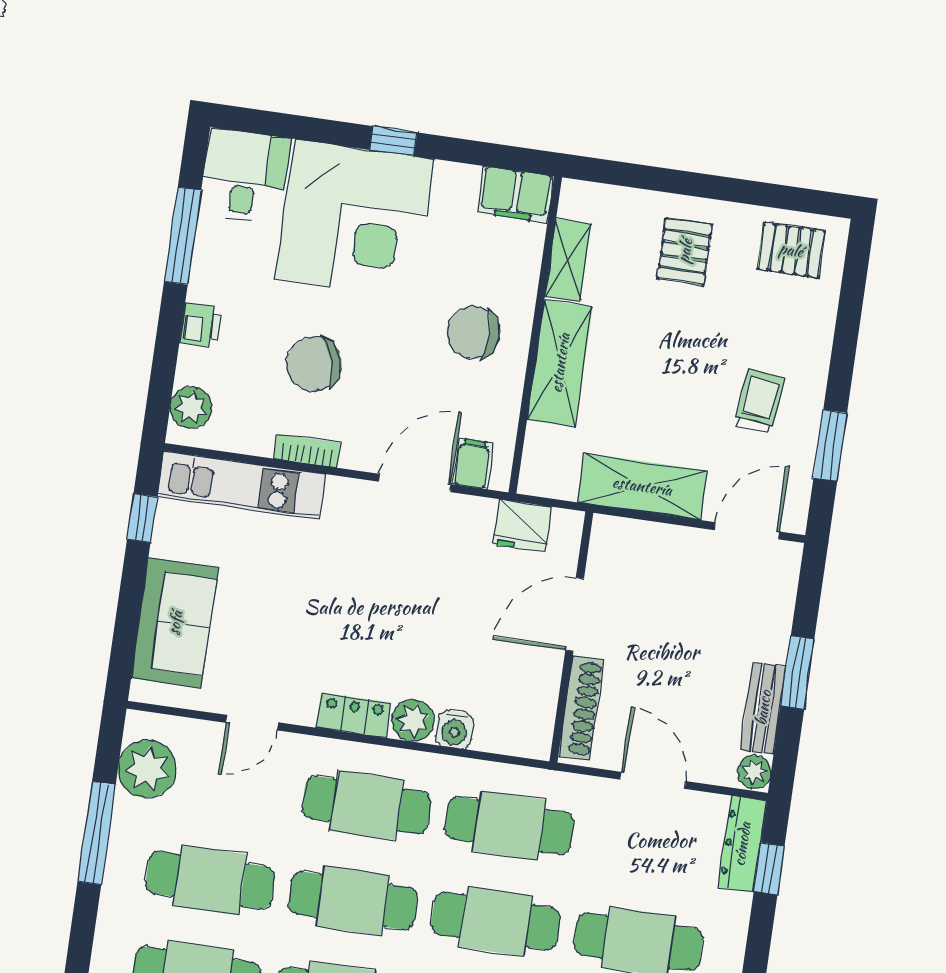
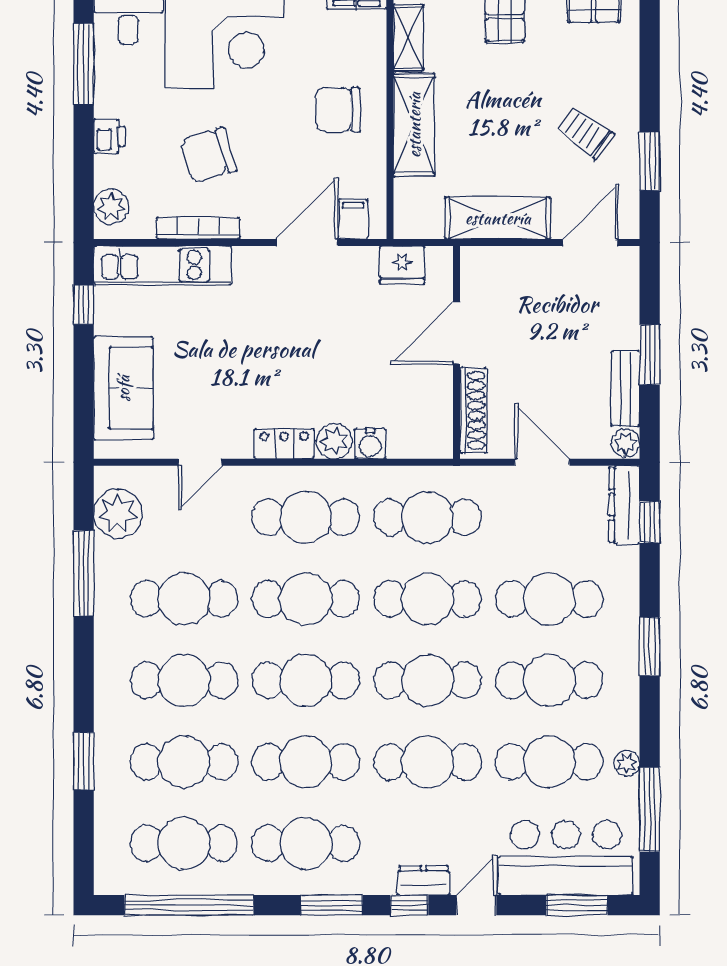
trolley: (760, 401) -> (585, 133), turned -60
bookcase: (307, 451) -> (198, 228), width x1.56

